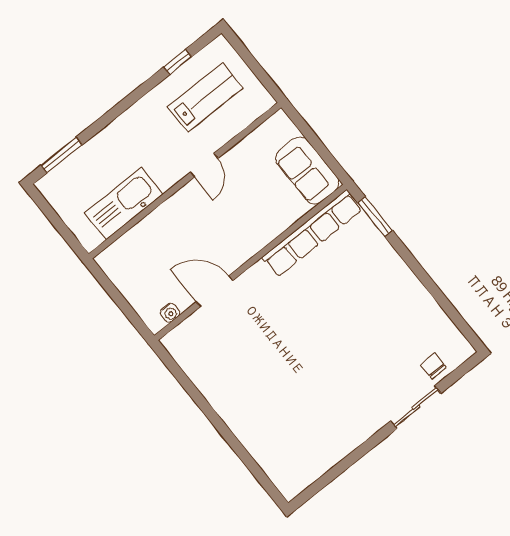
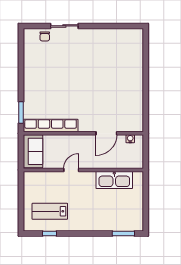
door: (204, 165) -> (71, 170), moved
wall: (185, 181) -> (83, 170), moved
kitchen sink: (124, 204) -> (114, 180), moved
door: (214, 291) -> (106, 133), hinge flipped

